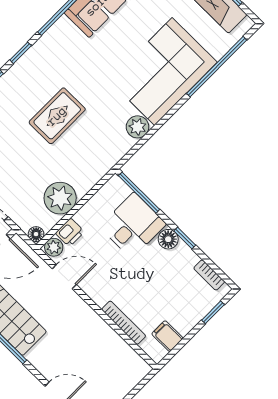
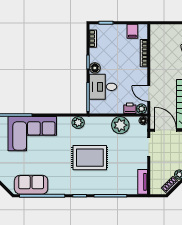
rug: (57, 116) -> (90, 158), width x1.36, depth x1.43
plant: (138, 127) -> (78, 123), moved

